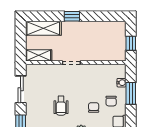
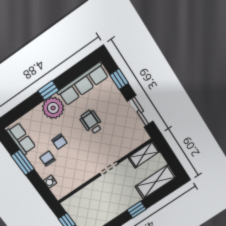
window: (131, 93) -> (23, 162), moved

